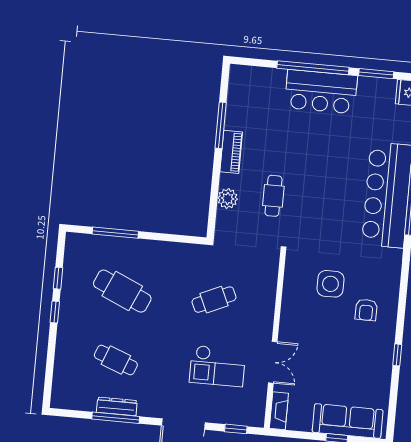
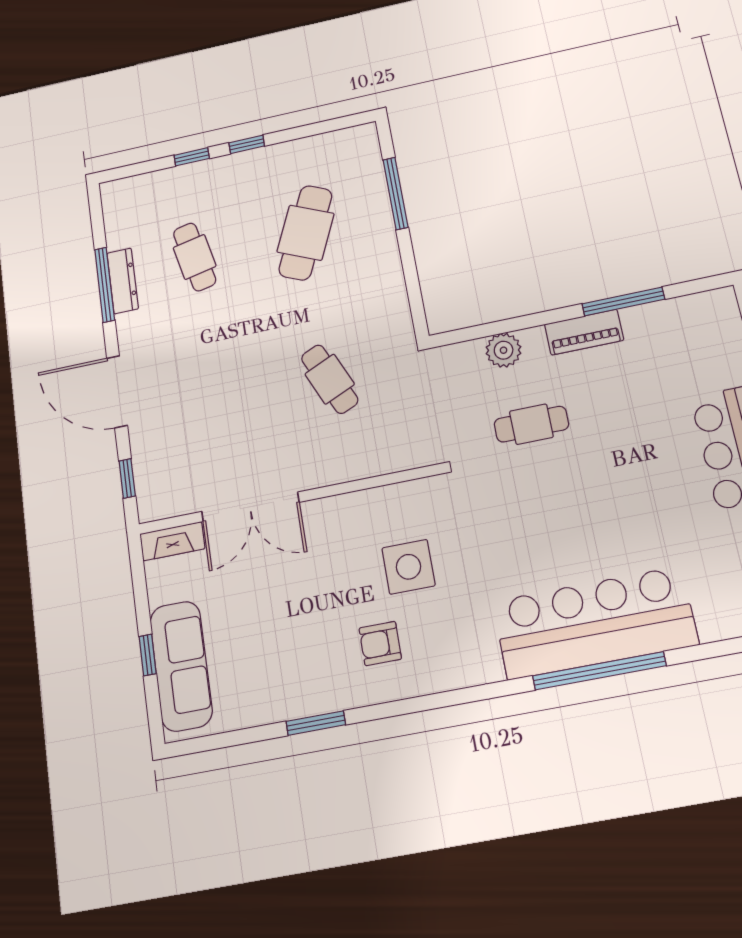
window: (58, 278) -> (192, 157), moved
window: (397, 355) -> (316, 723), width x1.50
cafe table: (116, 360) -> (195, 257), turned -33
double door: (273, 362) -> (250, 507), width x1.37
checkout: (218, 366) -> (223, 418), removed

